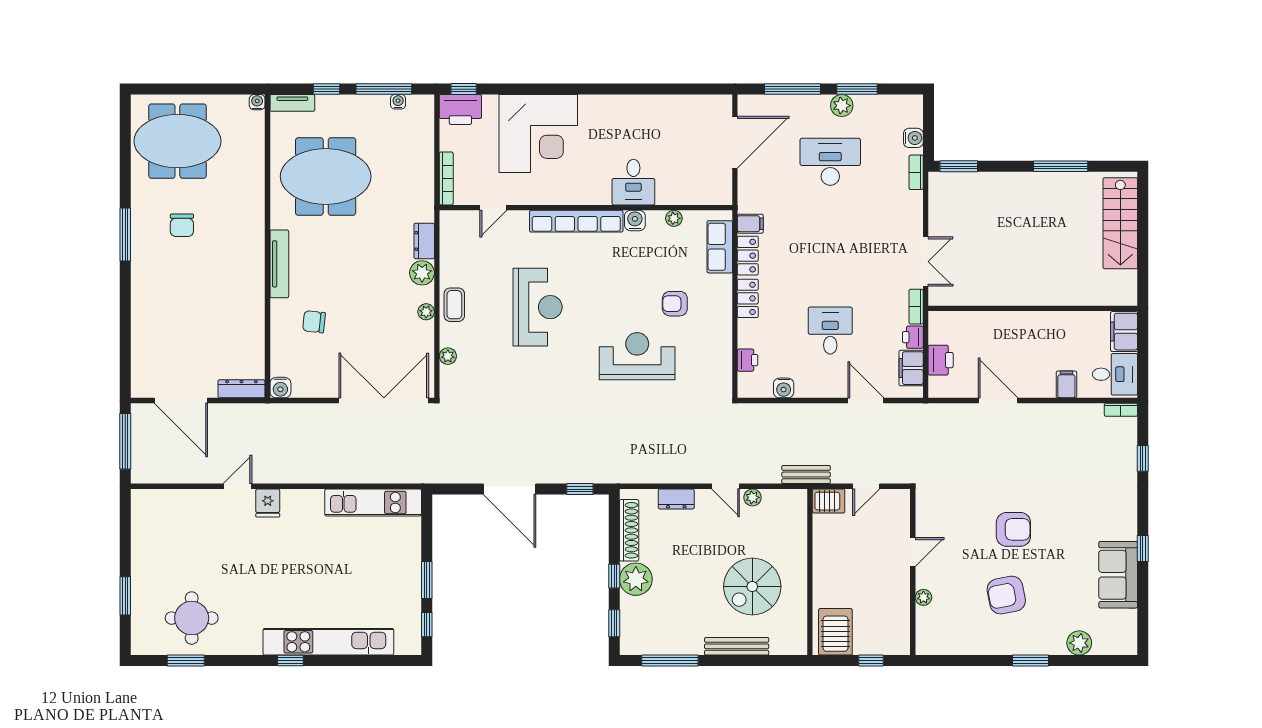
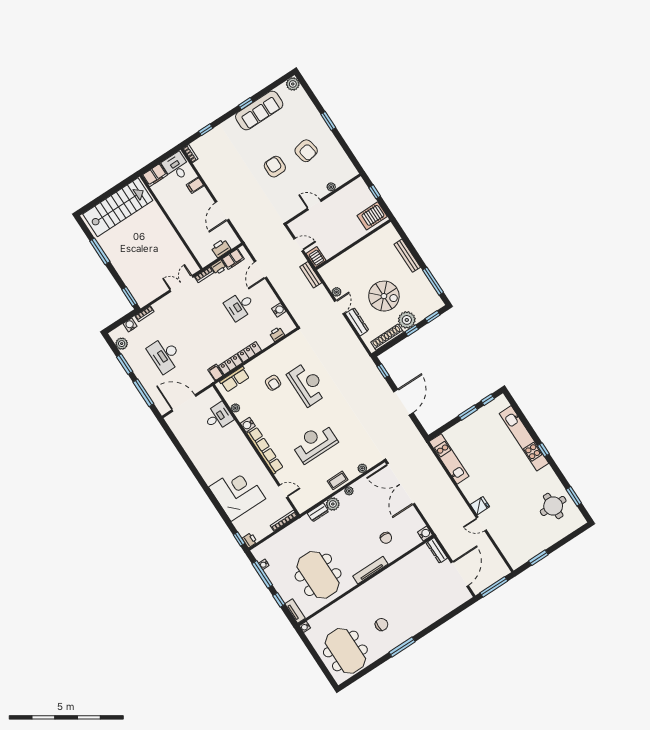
plant: (842, 106) -> (122, 344), moved
printer: (460, 109) -> (250, 540), width x0.53, depth x0.68
desk: (633, 182) -> (218, 417), moved
stairs: (1120, 223) -> (118, 207), width x1.36, depth x1.51
reception desk: (637, 356) -> (307, 384), turned 180
dresser: (676, 499) -> (357, 322), width x1.44
sofa: (1118, 575) -> (259, 110), width x1.36
spiral stairs: (752, 587) -> (384, 296), moved
window: (125, 596) -> (538, 558), moved
plant: (1079, 643) -> (293, 84), moved

